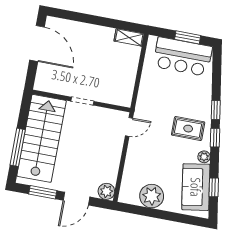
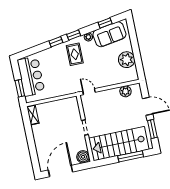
window: (188, 37) -> (20, 88), moved
boiler: (44, 82) -> (83, 157), added
plant: (106, 191) -> (125, 91), moved

